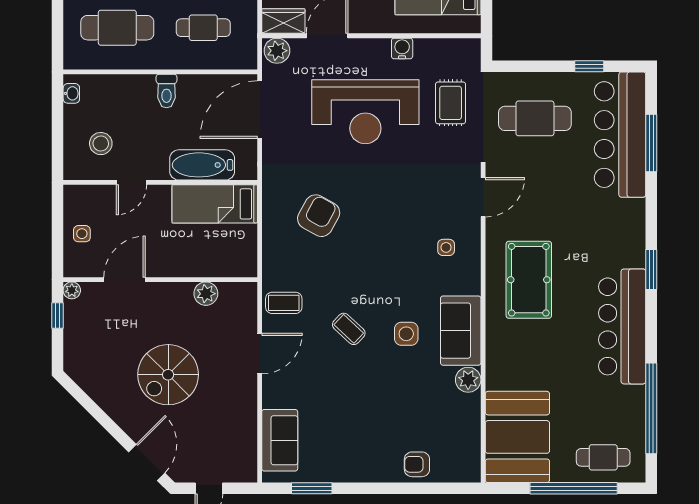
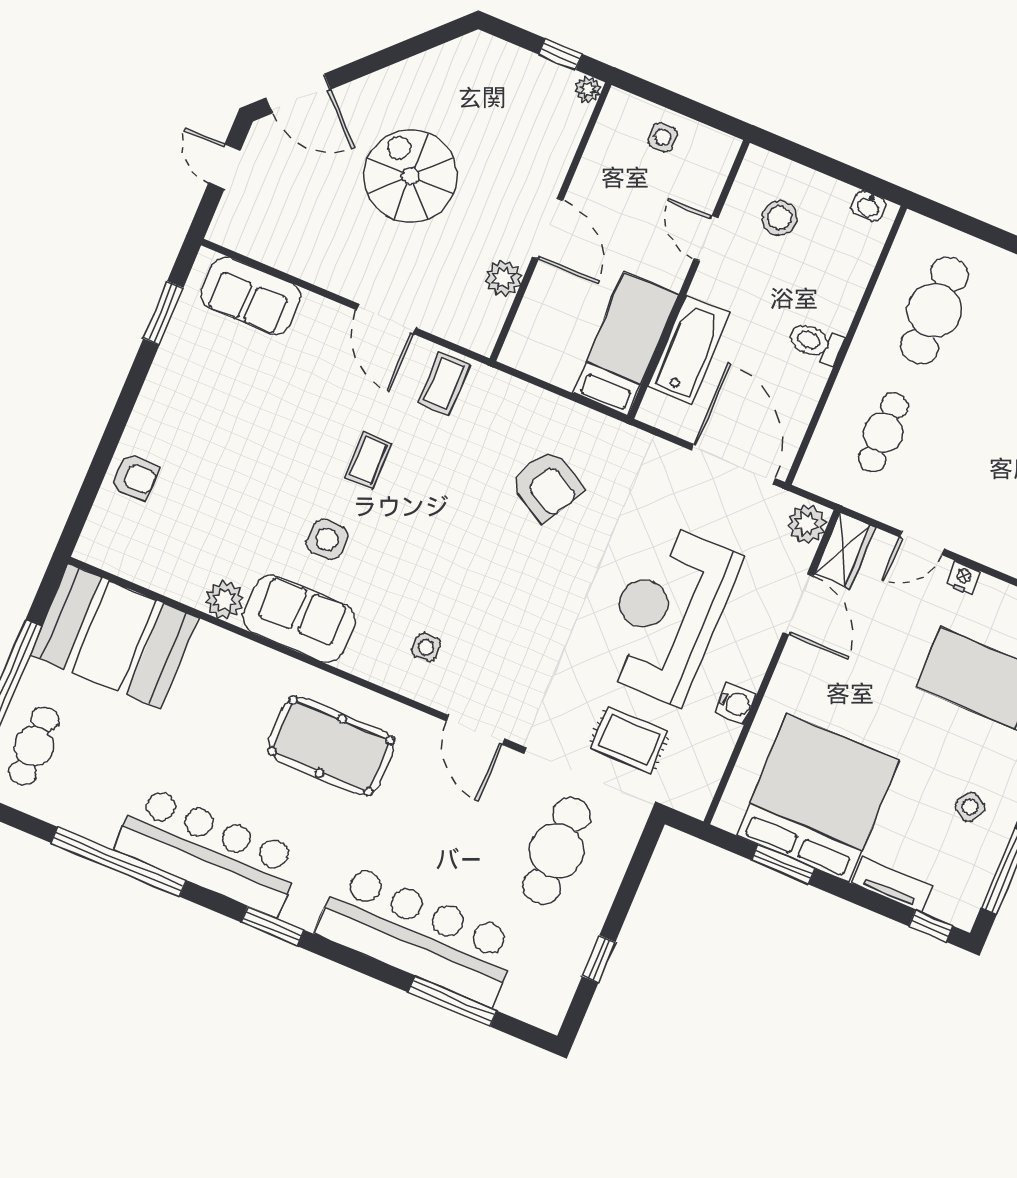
bar counter: (620, 135) -> (418, 935), moved
door: (125, 280) -> (548, 229), moved
coffee table: (349, 329) -> (368, 460), turned -43
window: (651, 408) -> (118, 862), moved
armchair: (417, 464) -> (135, 477), turned 90

